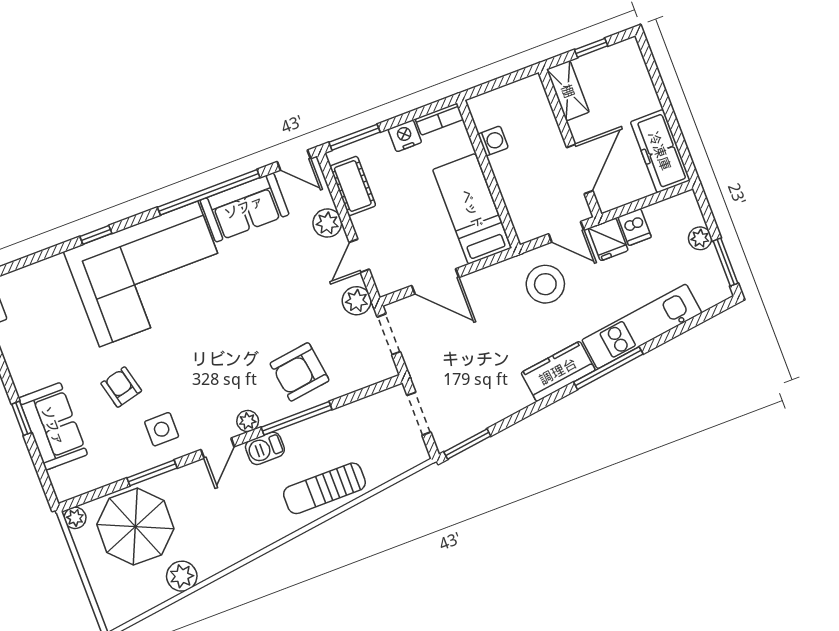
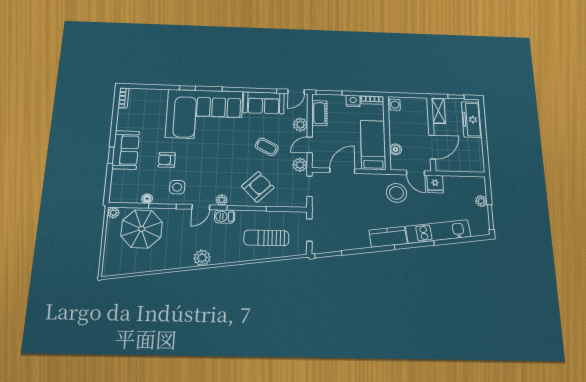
washing machine: (493, 141) -> (394, 105), moved
freezer: (660, 151) -> (472, 120), moved
door: (294, 160) -> (296, 92), hinge flipped
boiler: (515, 201) -> (395, 149), added
dishwasher: (635, 227) -> (450, 183), removed
door: (435, 281) -> (342, 171), swing flipped
coffee table: (285, 291) -> (267, 147), added
armchair: (300, 372) -> (258, 187), turned 144
armchair: (121, 387) -> (167, 160), turned -76
sofa: (53, 426) -> (126, 150), moved
floor lamp: (120, 470) -> (147, 199), added
sun lounger: (324, 488) -> (266, 238), moved
plant: (182, 576) -> (202, 258), moved

